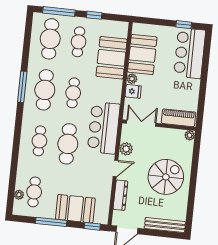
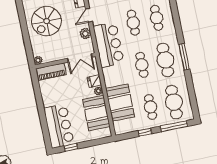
cafe table: (68, 144) -> (133, 23), width x0.73, depth x0.74

